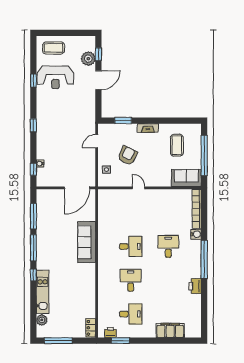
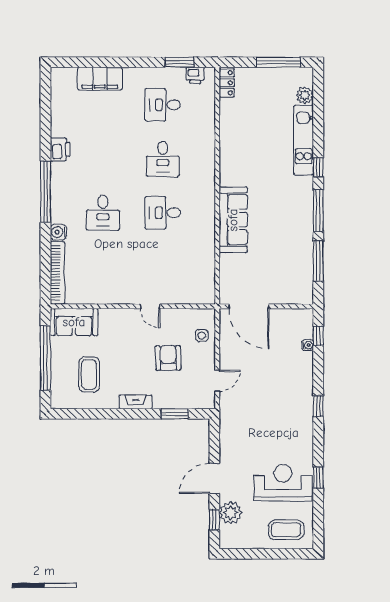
armchair: (127, 156) -> (168, 358), turned 153
door: (77, 188) -> (249, 306), swing flipped

